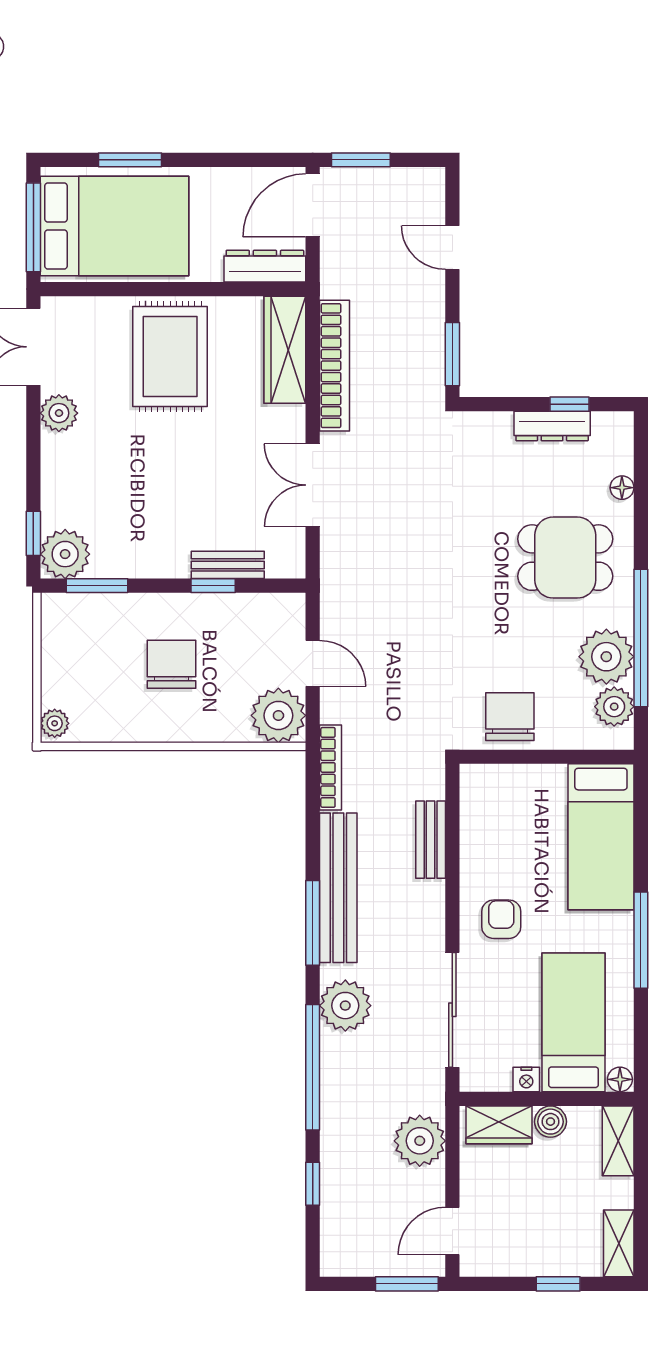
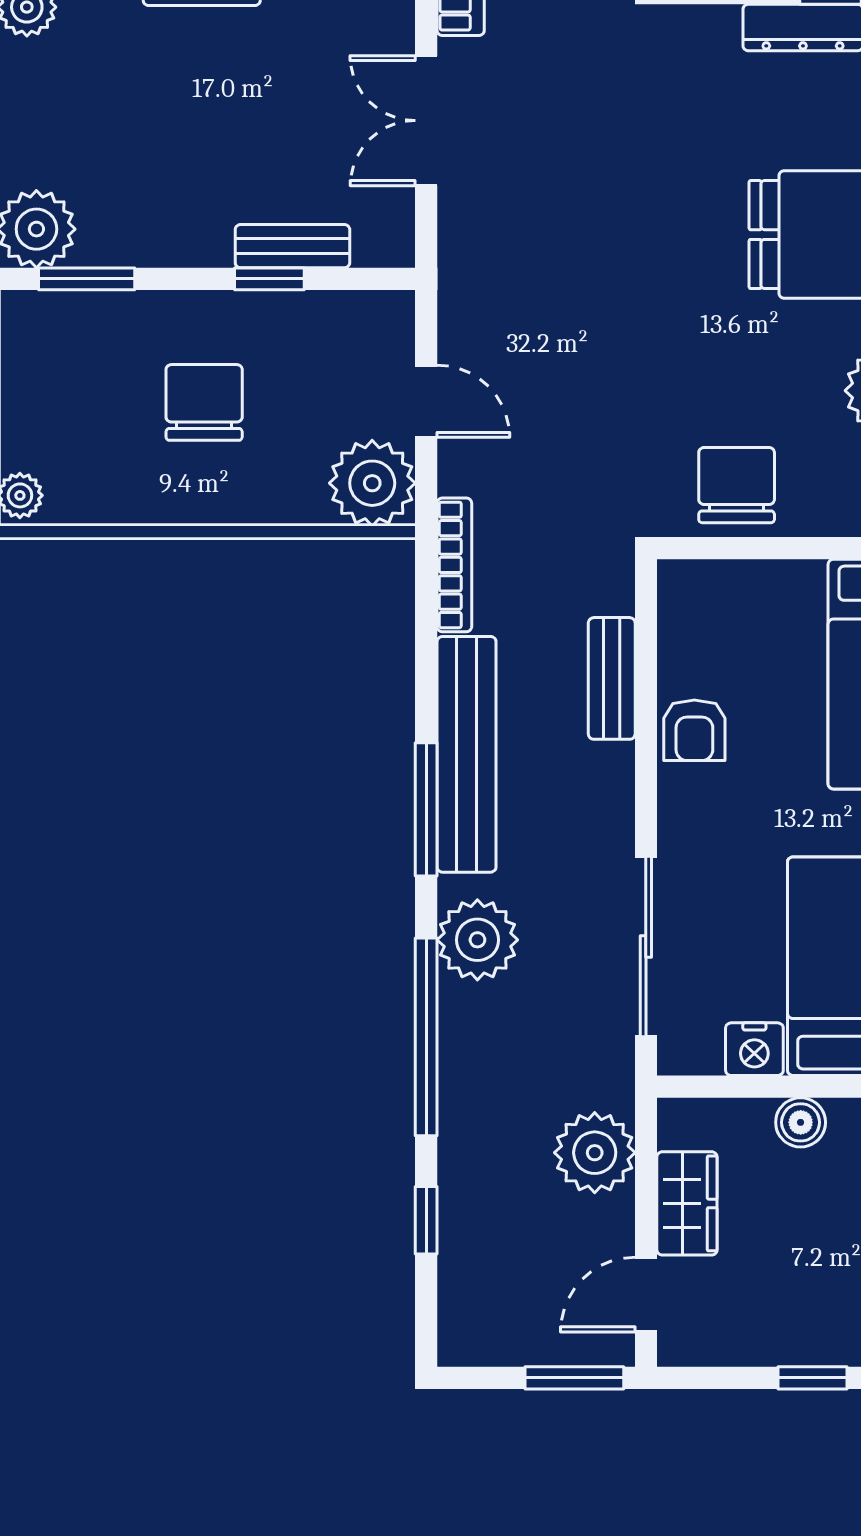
armchair: (501, 919) -> (694, 730), moved, turned 180
nightstand: (526, 1079) -> (754, 1049), width x1.39, depth x1.35
wardrobe: (499, 1125) -> (687, 1203), moved, turned -90

